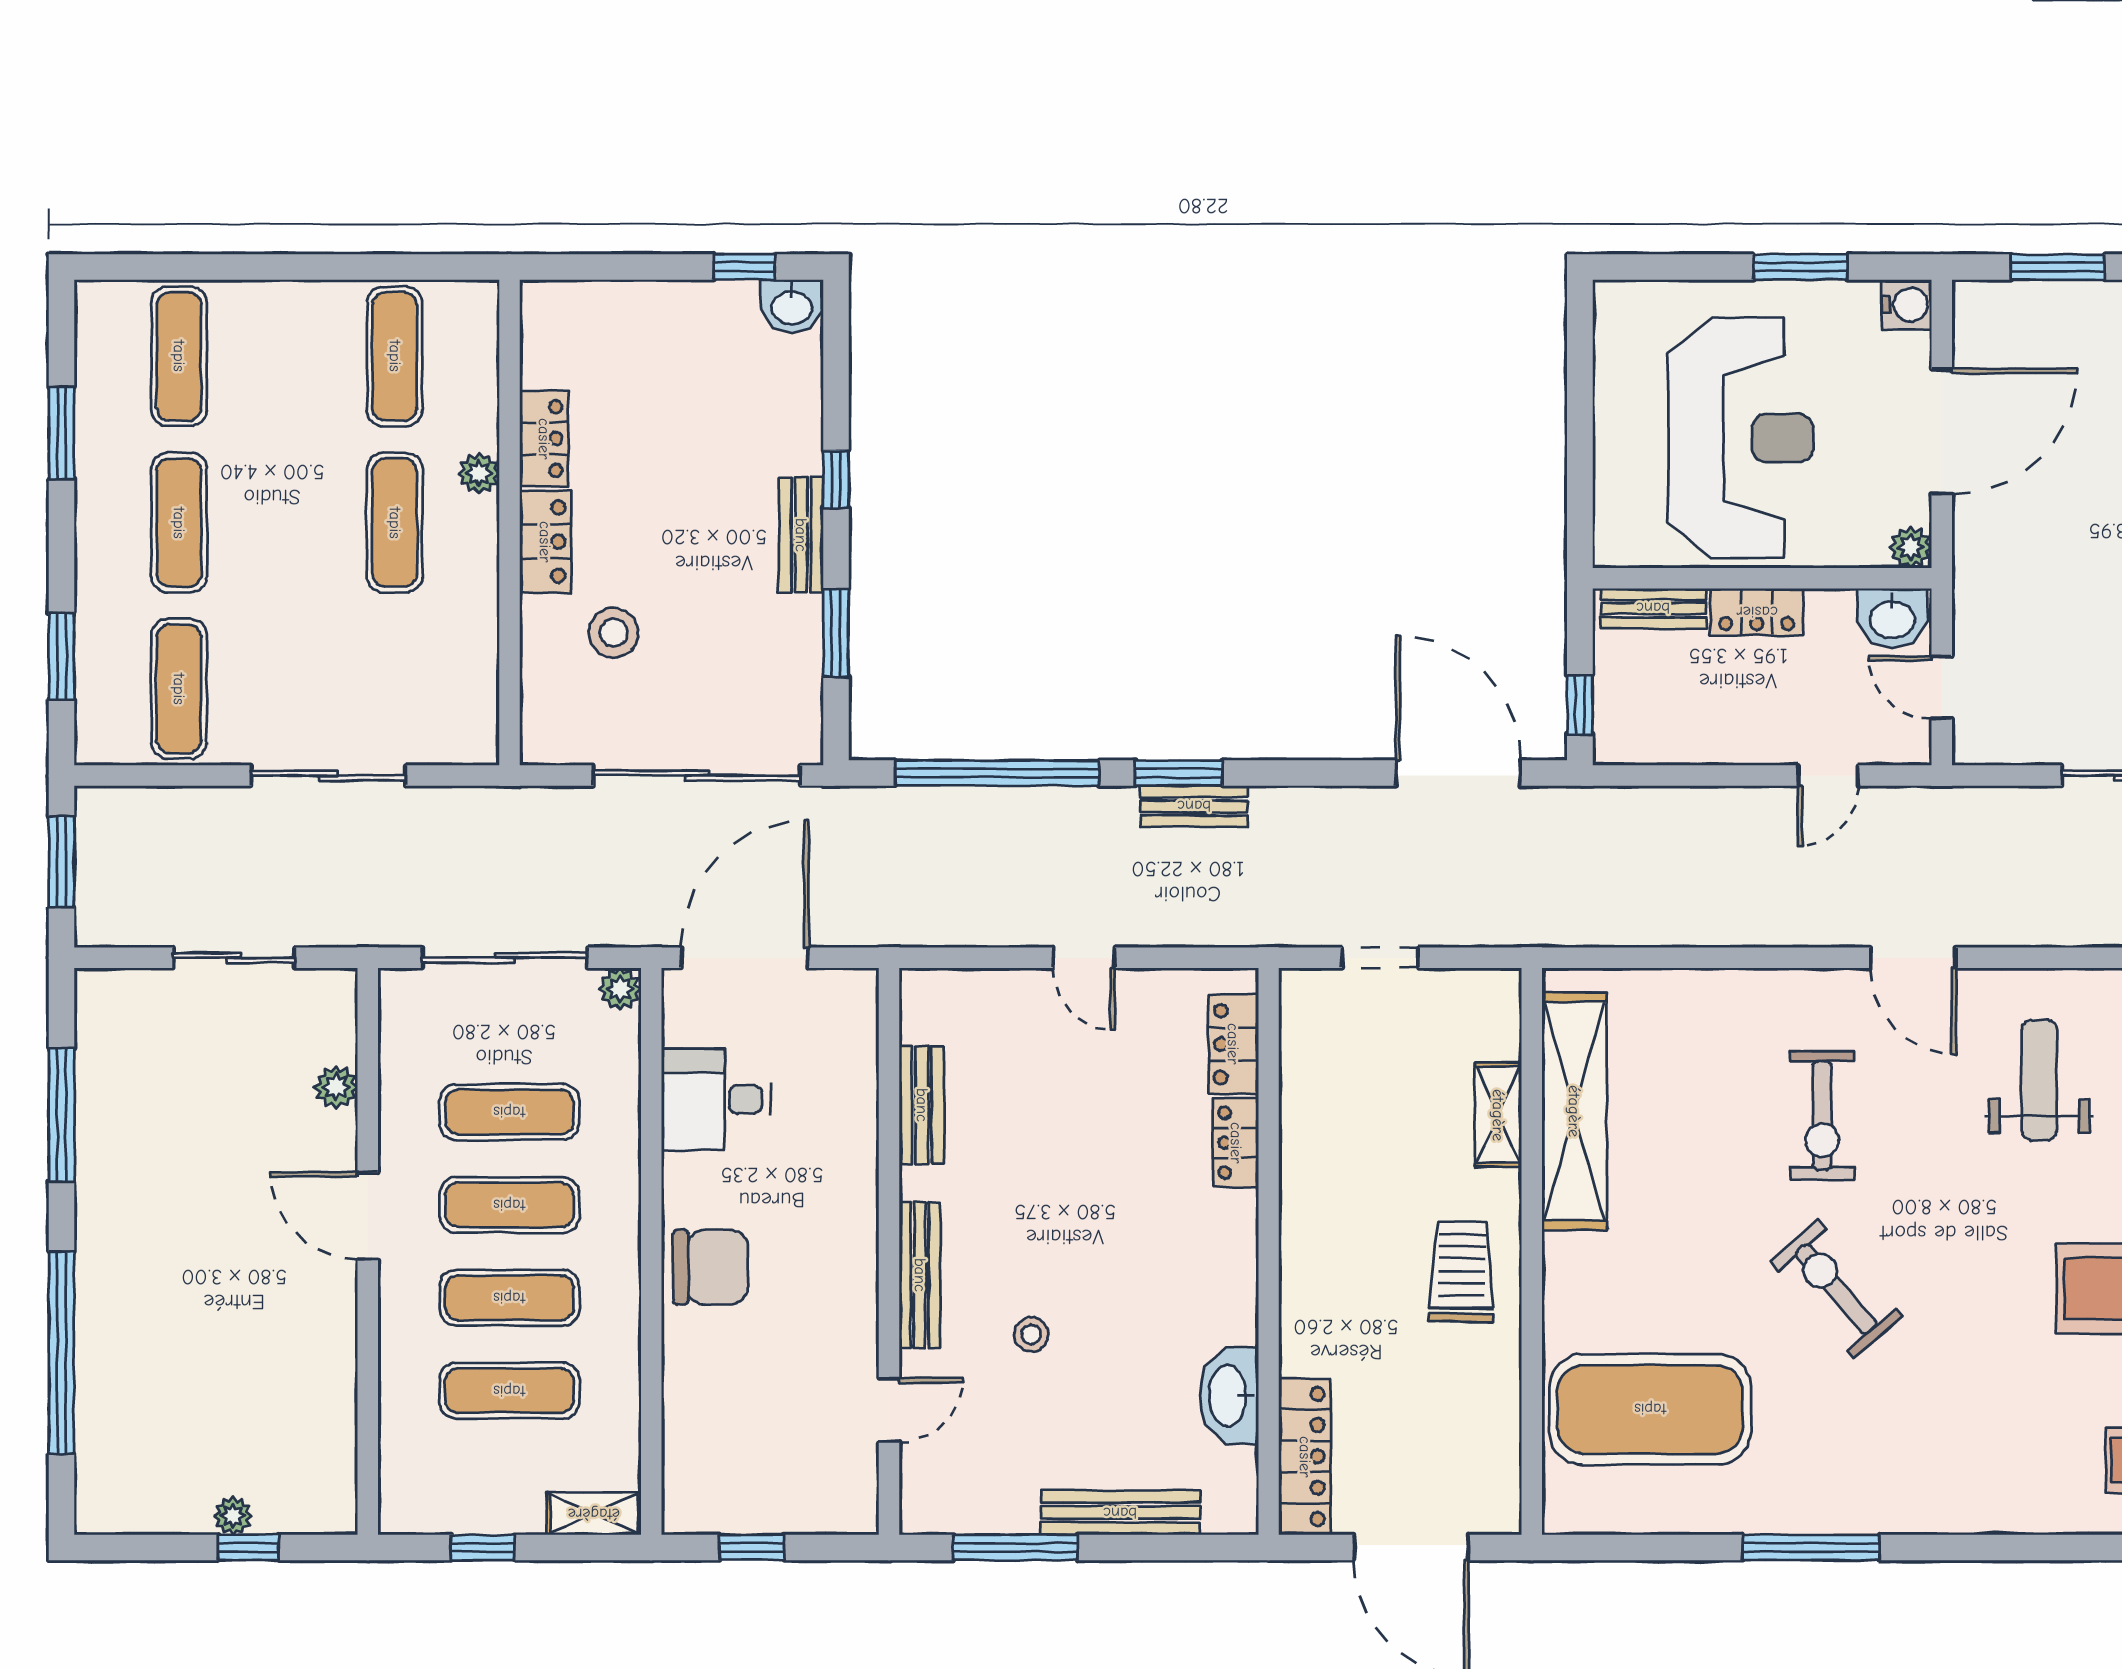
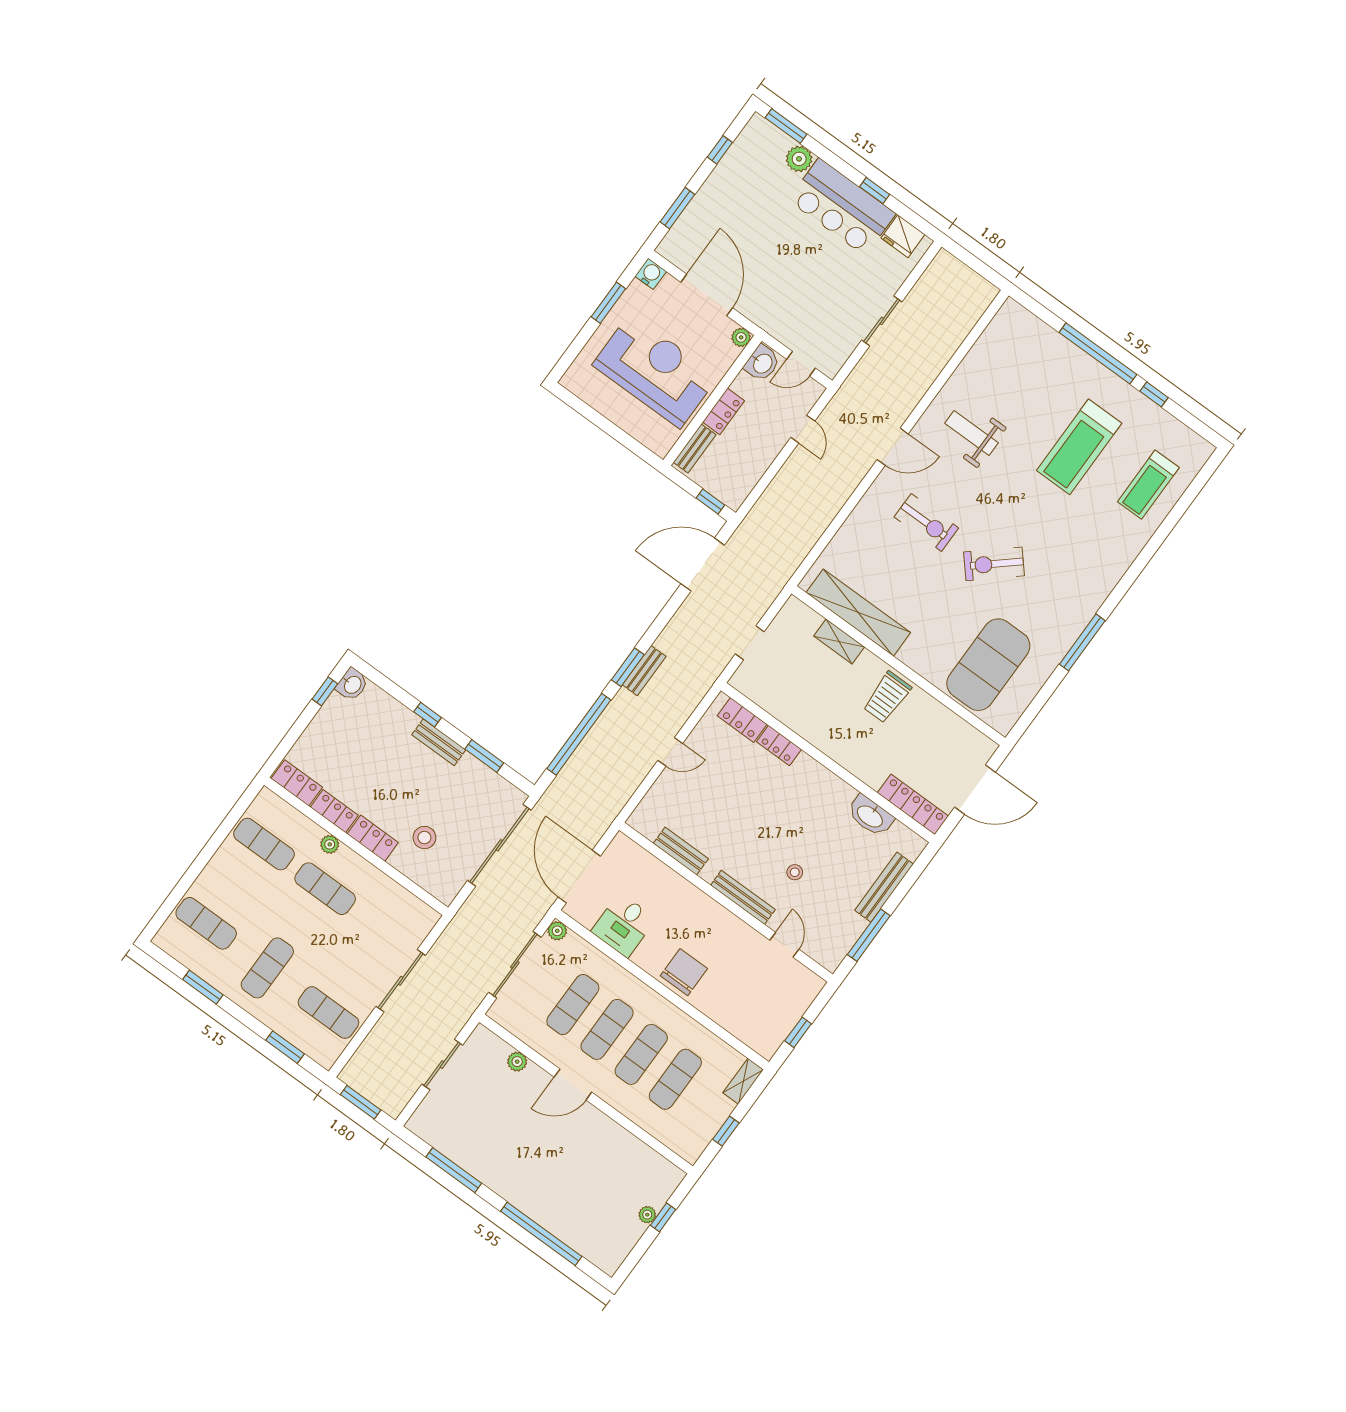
locker: (546, 335) -> (297, 783), added
exercise mat: (179, 523) -> (267, 968), turned 90
trolley: (1462, 1272) -> (887, 697), turned -91

